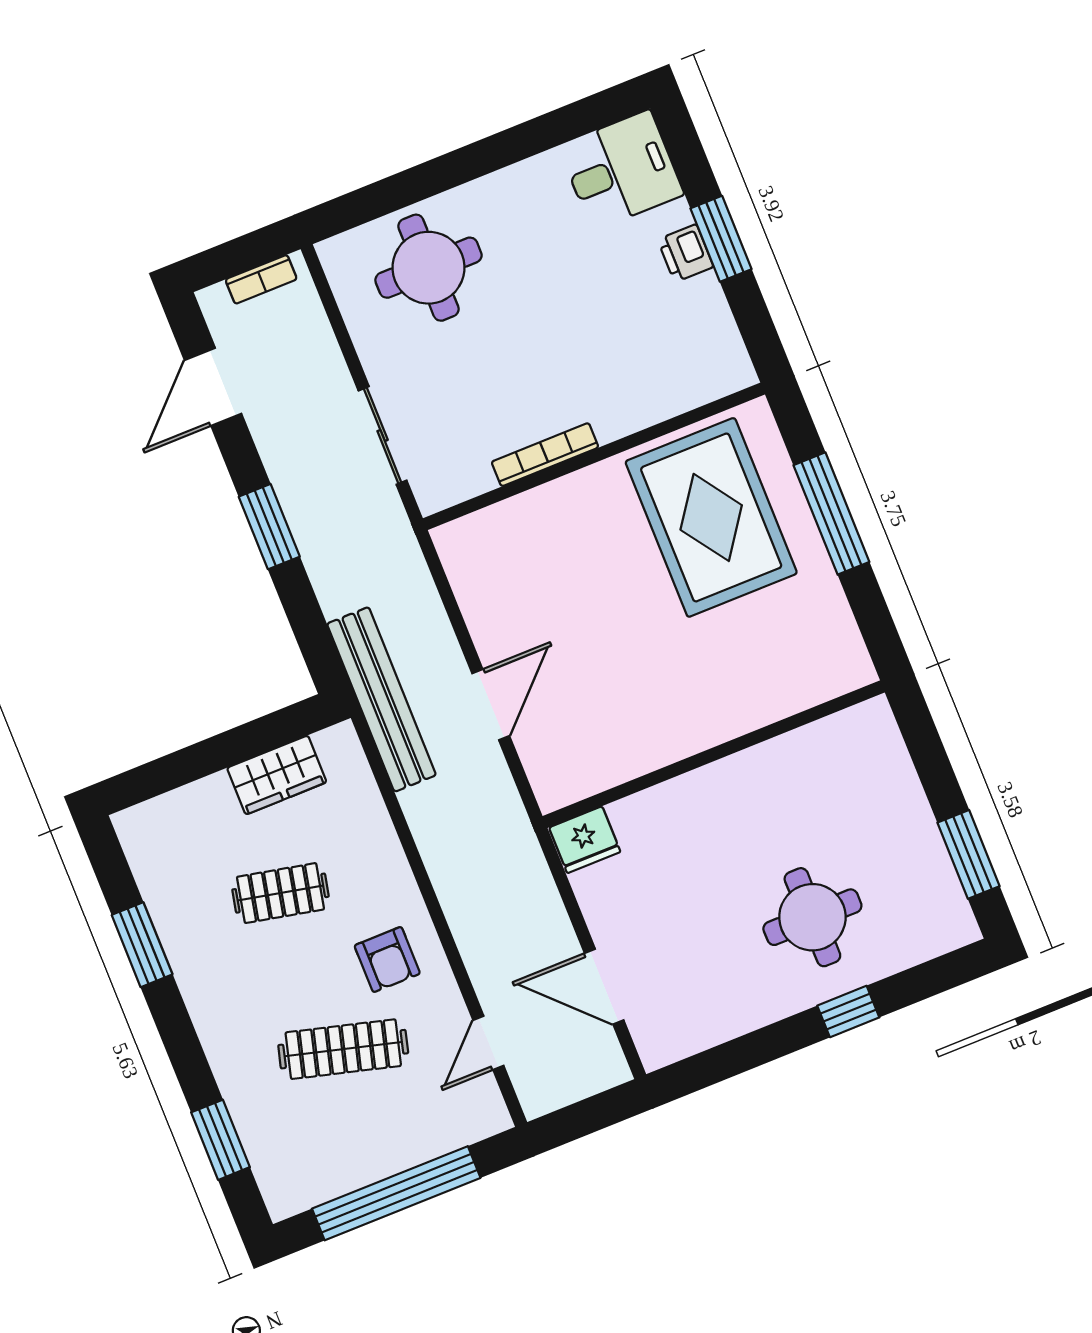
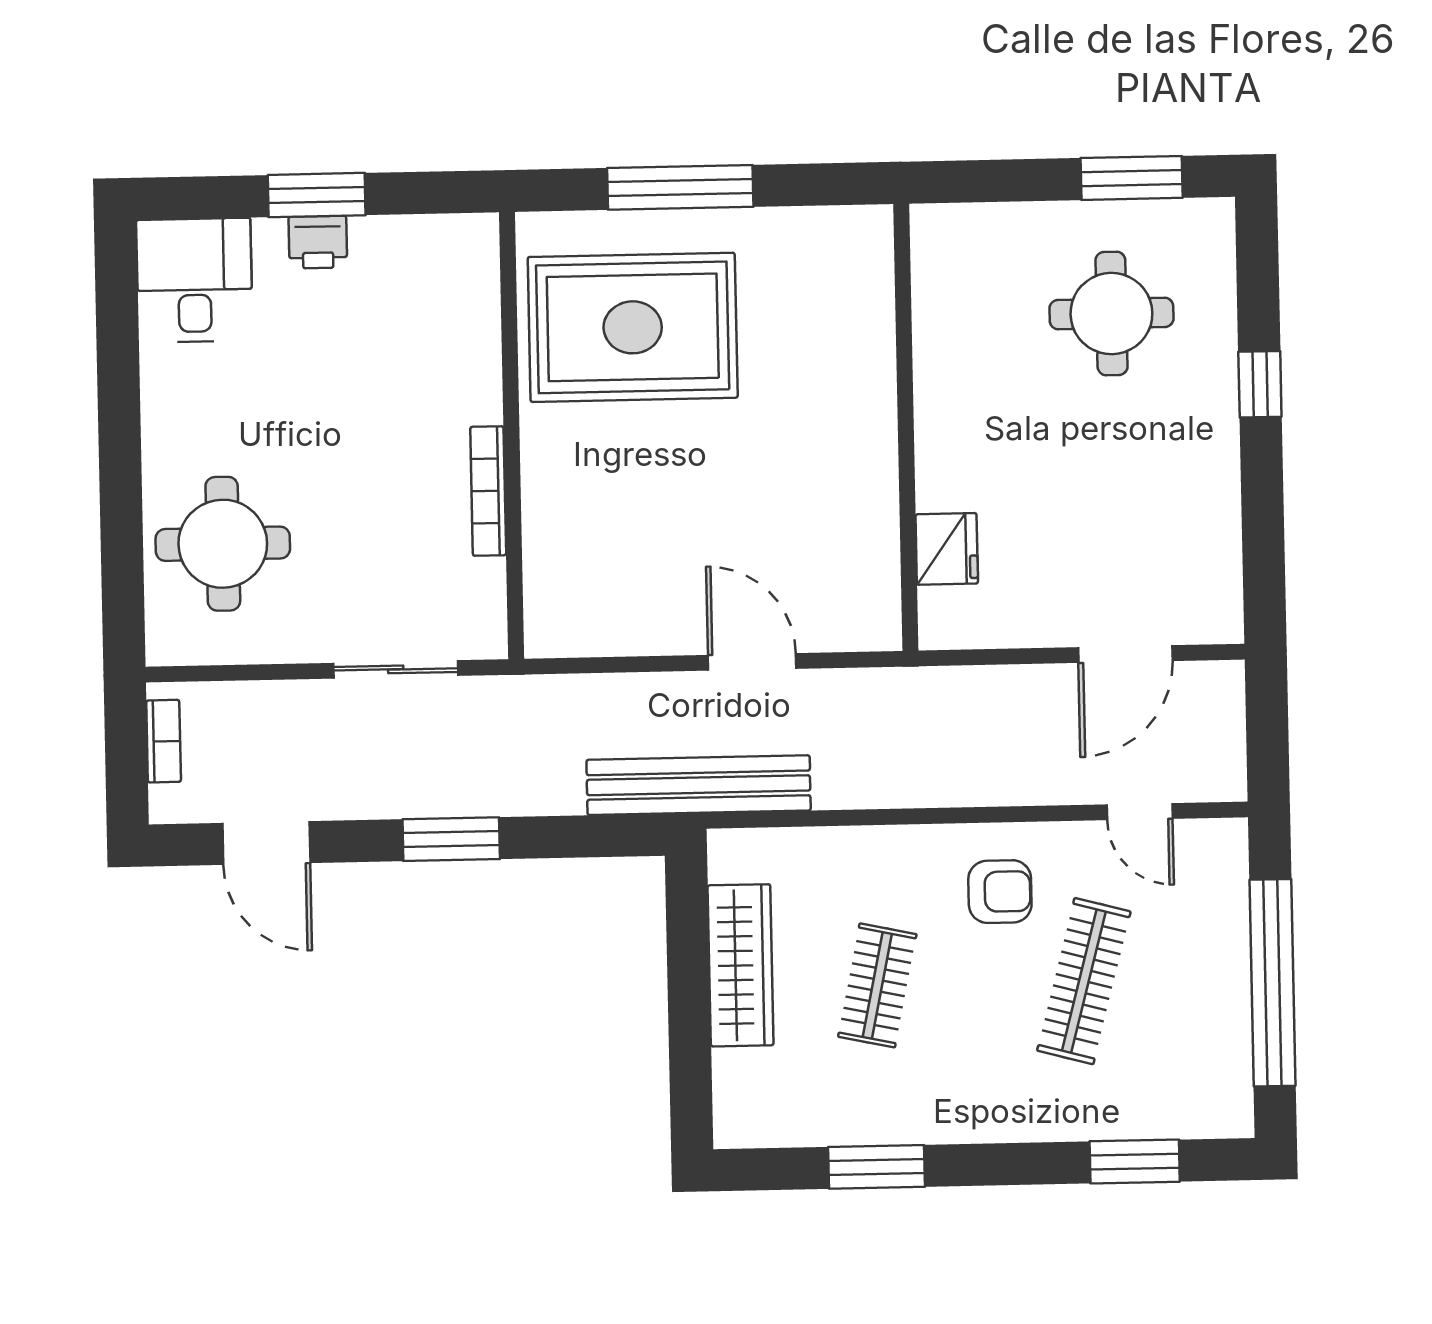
wardrobe: (277, 775) -> (741, 965), width x1.50
fridge: (585, 840) -> (947, 549), moved
round table: (812, 917) -> (1111, 314), moved

